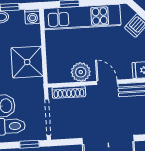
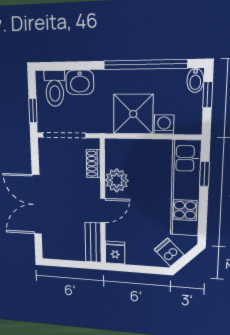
washing machine: (32, 16) -> (164, 124), moved, turned 90
shoe rack: (69, 92) -> (93, 164), width x0.70

